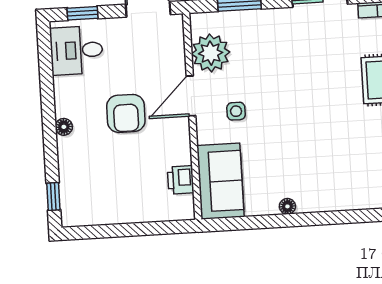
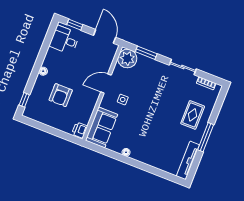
plant: (211, 53) -> (127, 59), moved
armchair: (126, 113) -> (61, 95), moved
printer: (181, 180) -> (80, 130), moved

